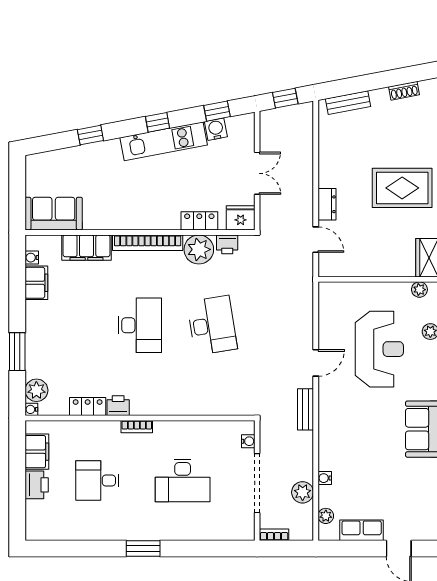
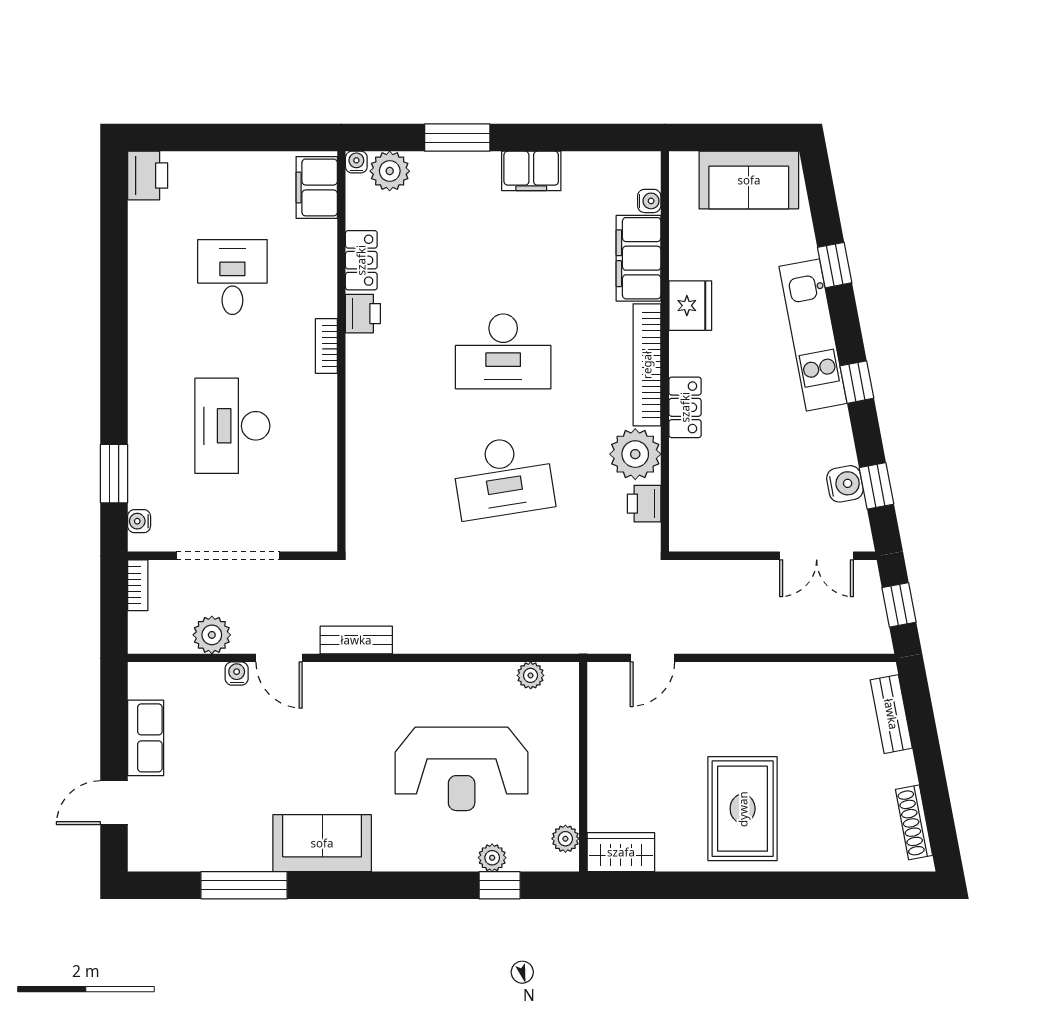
shoe rack: (404, 91) -> (914, 822), width x1.43
kitchen unit: (164, 141) -> (813, 335), moved
double door: (257, 173) -> (817, 556), moved
dresser: (327, 204) -> (714, 678), removed
sofa: (54, 214) -> (749, 180), moved, turned 90
fridge: (241, 218) -> (690, 306), moved
locker: (199, 221) -> (685, 407), moved
water cooler: (32, 258) -> (649, 201), moved, turned 90
filing cabinet: (36, 283) -> (531, 171), moved
door: (316, 363) -> (279, 658), moved
water cooler: (248, 441) -> (139, 521), moved, turned 90
filing cabinet: (37, 452) -> (317, 187), moved, turned 90
printer: (37, 485) -> (148, 176), moved, turned -90
plant: (326, 516) -> (531, 675), moved
window: (143, 548) -> (114, 474), moved

